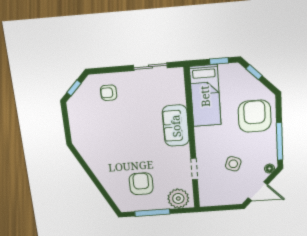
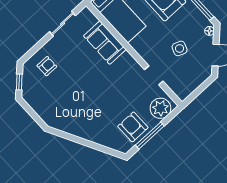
armchair: (109, 93) -> (47, 66), turned 180
sofa: (176, 126) -> (105, 43), moved
armchair: (141, 184) -> (133, 127), moved

